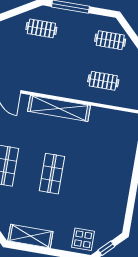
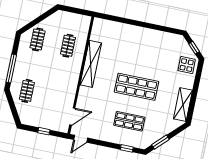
shelving: (59, 108) -> (91, 64), moved
shop shelf: (52, 174) -> (136, 87), width x1.43, depth x1.36

